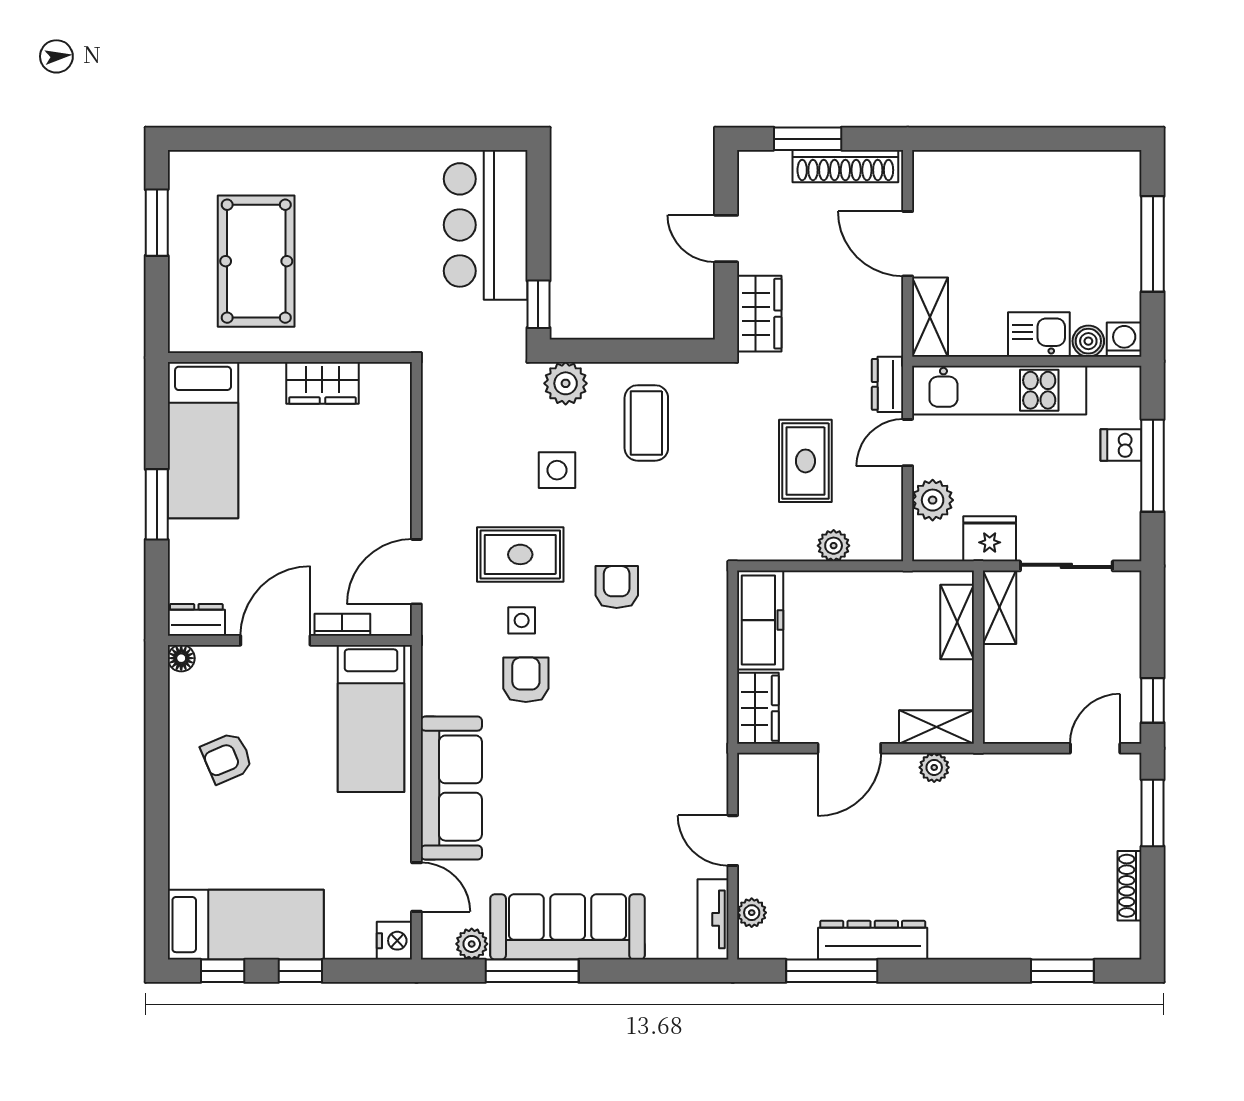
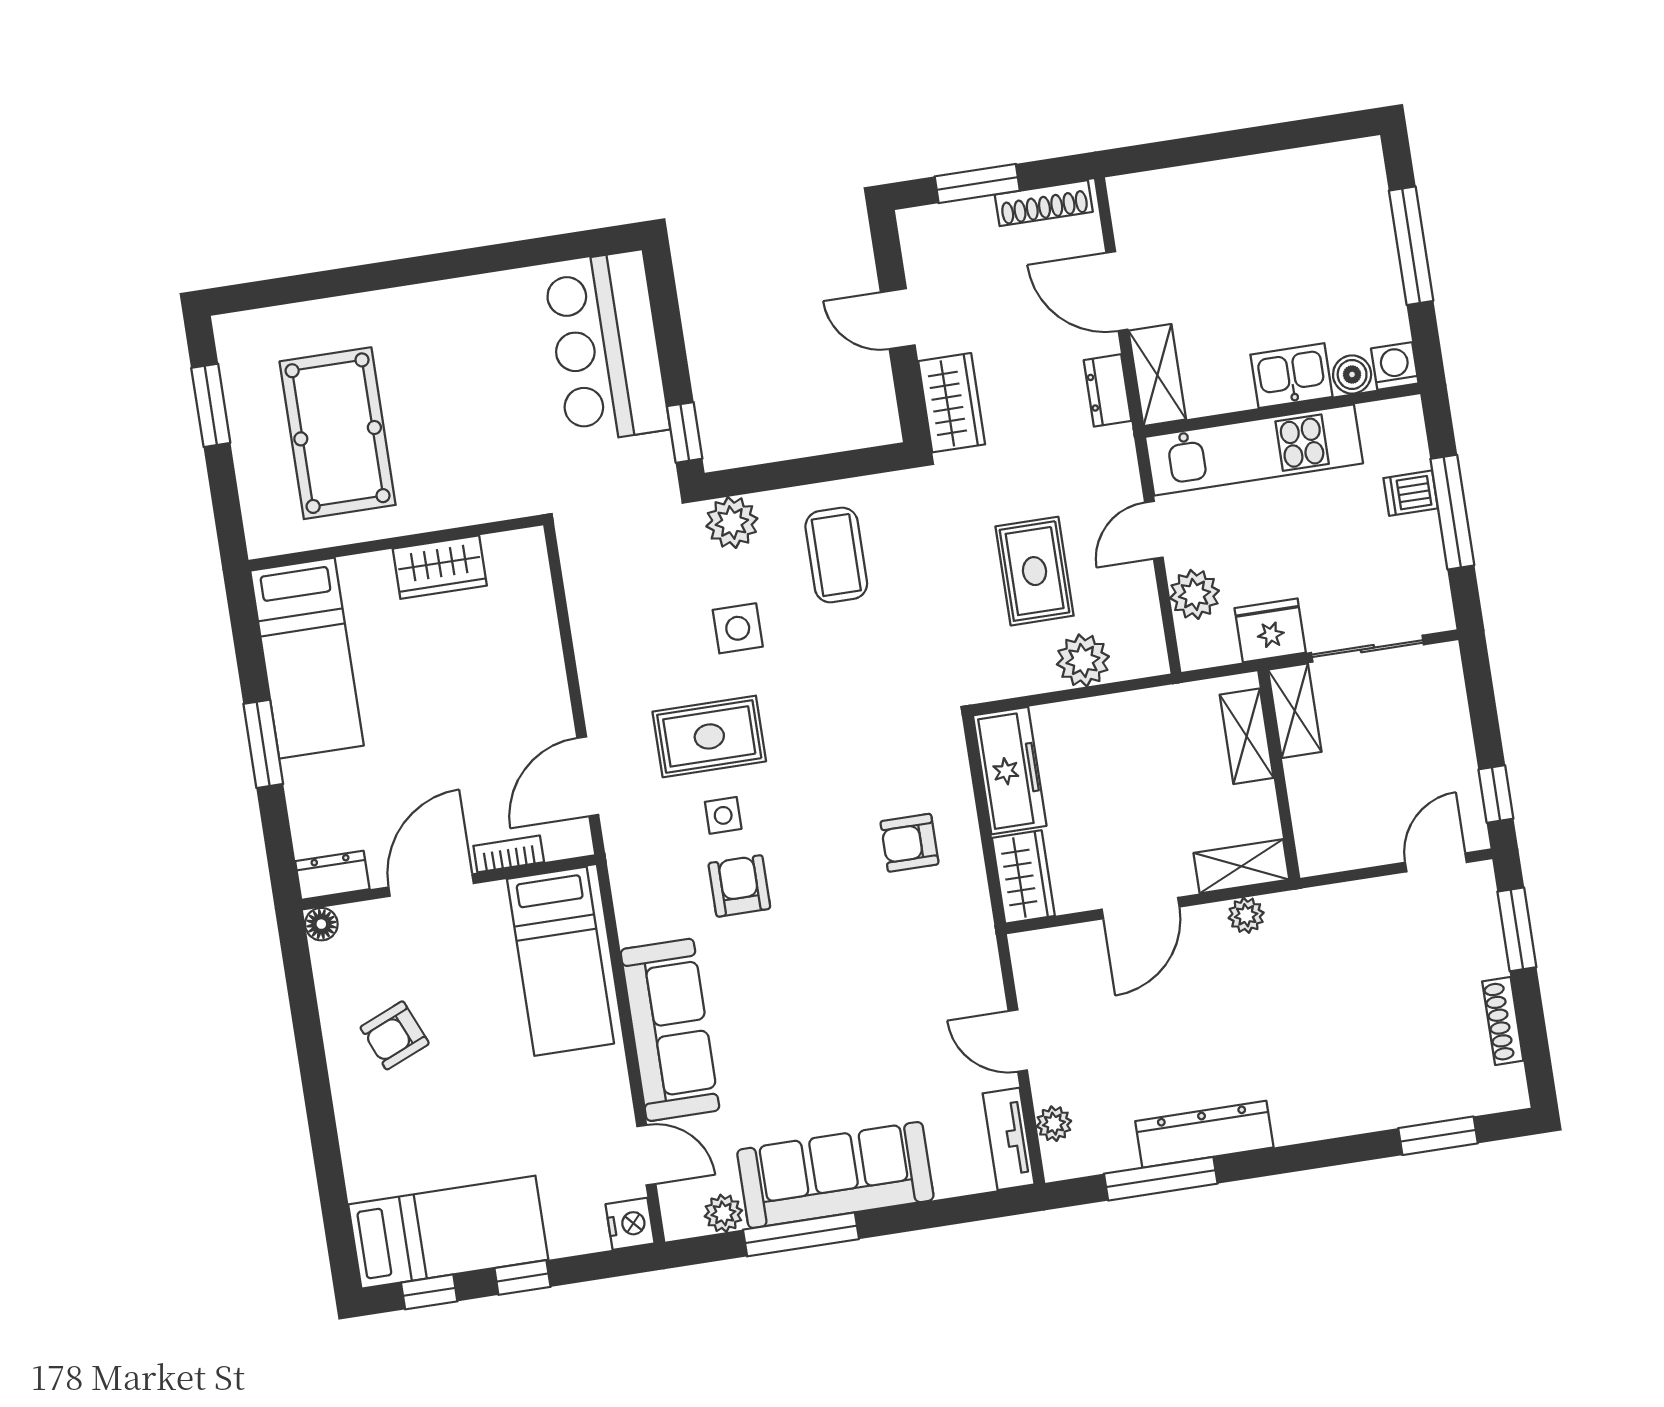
shoe rack: (845, 166) -> (1044, 203), width x0.74, depth x0.81
dresser: (888, 384) -> (1108, 390), moved
plant: (834, 546) -> (1083, 660), width x1.38, depth x1.38
armchair: (617, 587) -> (909, 843), moved, turned -90

